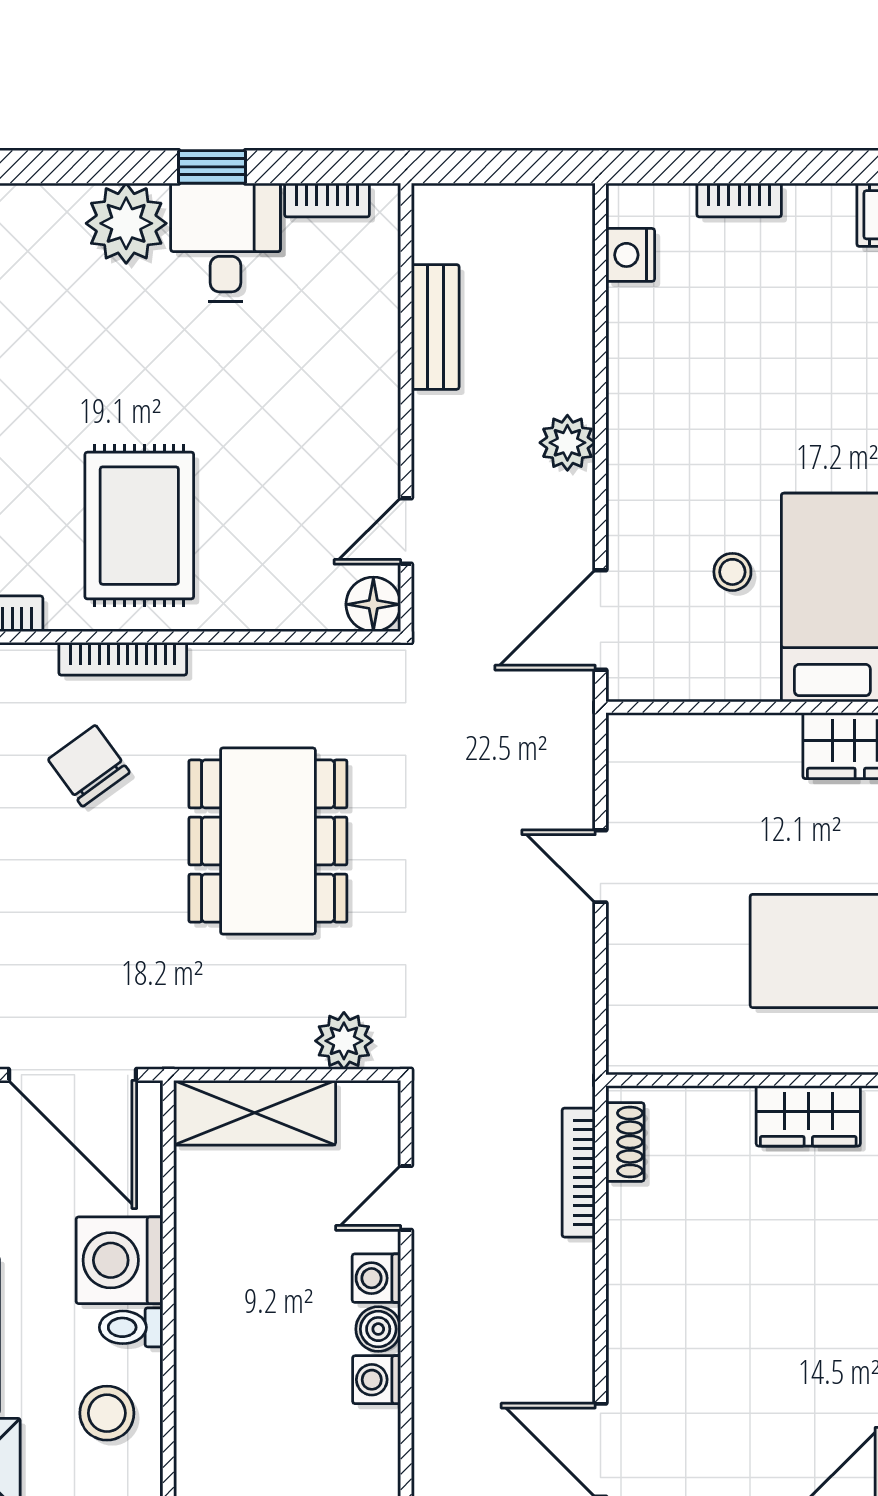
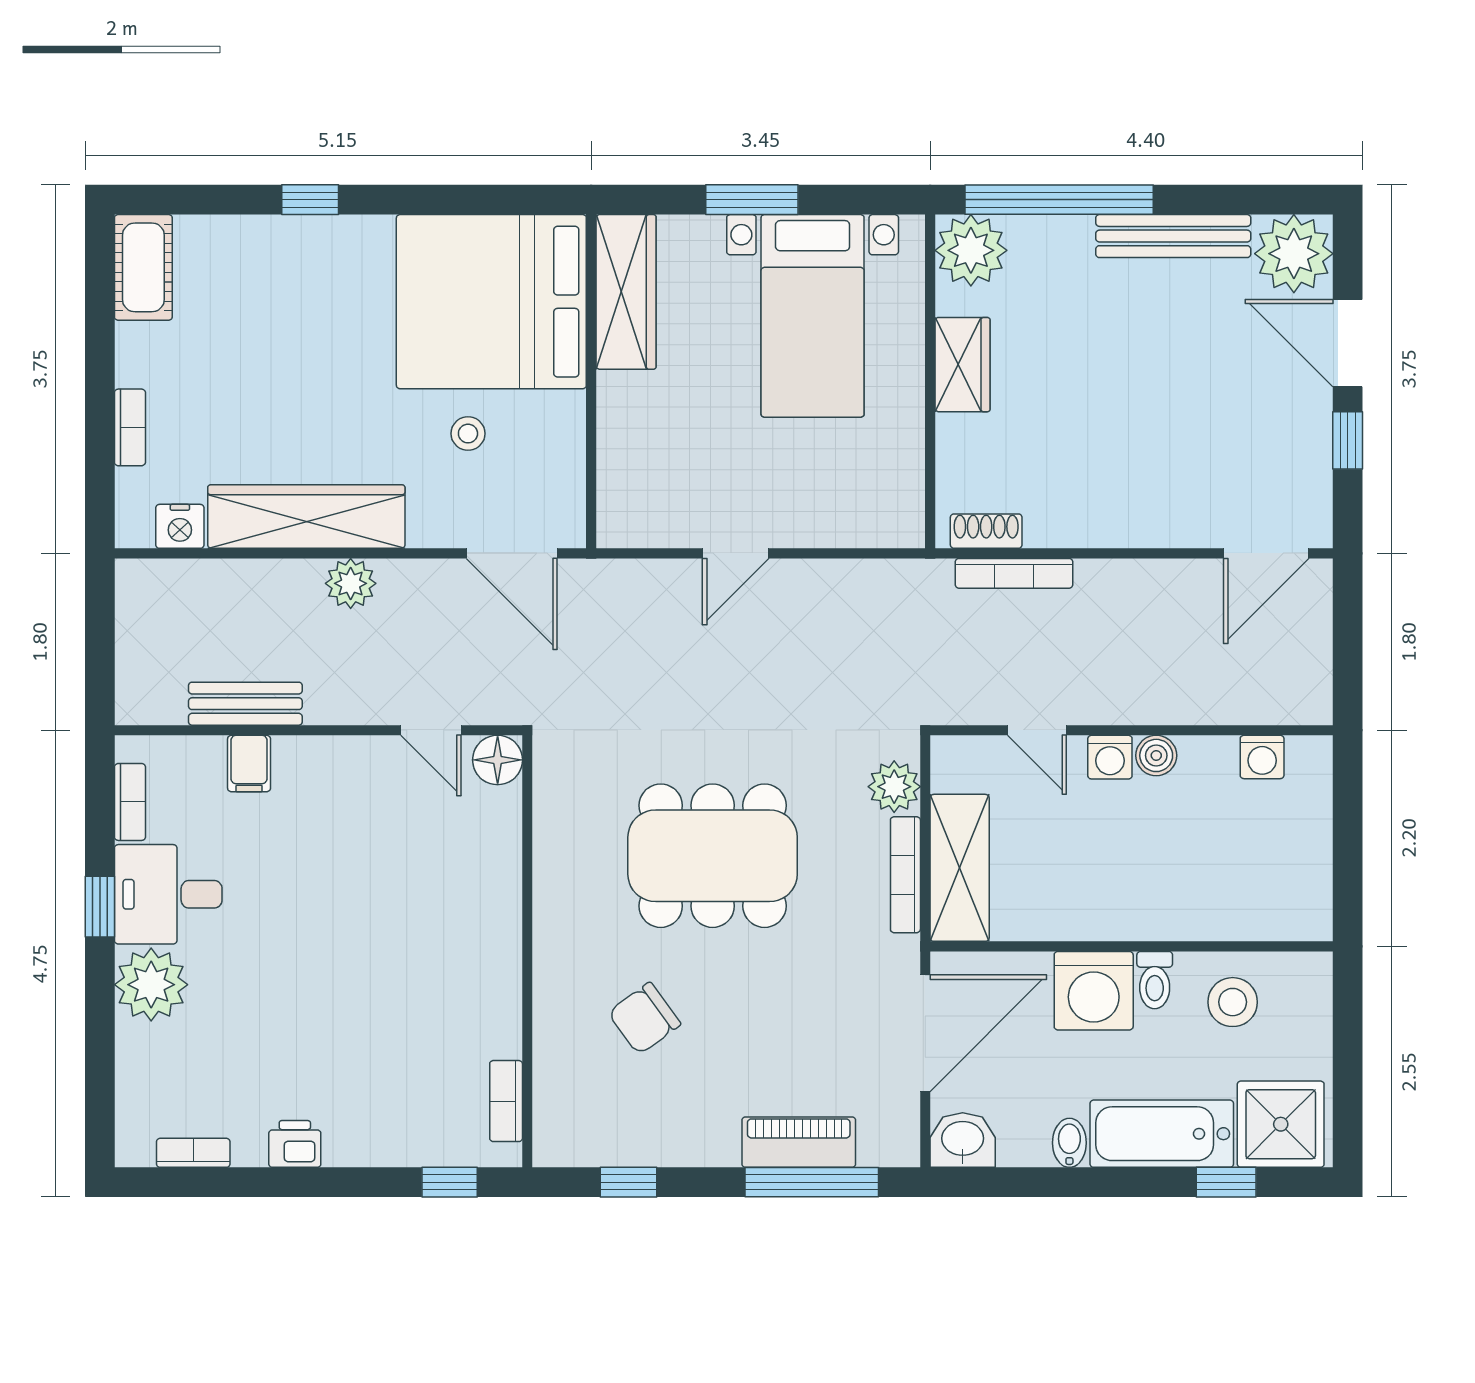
filing cabinet: (369, 331) -> (249, 764), added
wardrobe: (641, 394) -> (306, 517), added
rug: (139, 526) -> (426, 973), removed
bookcase: (123, 659) -> (905, 875), moved, turned 180
washing machine: (377, 1380) -> (1262, 757), moved

